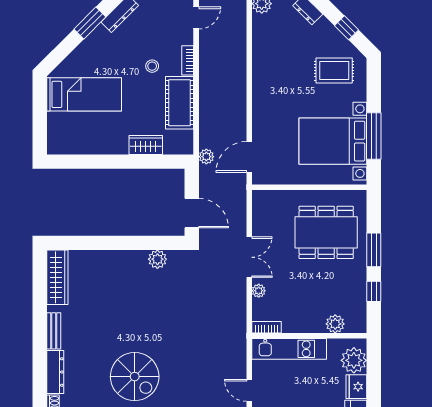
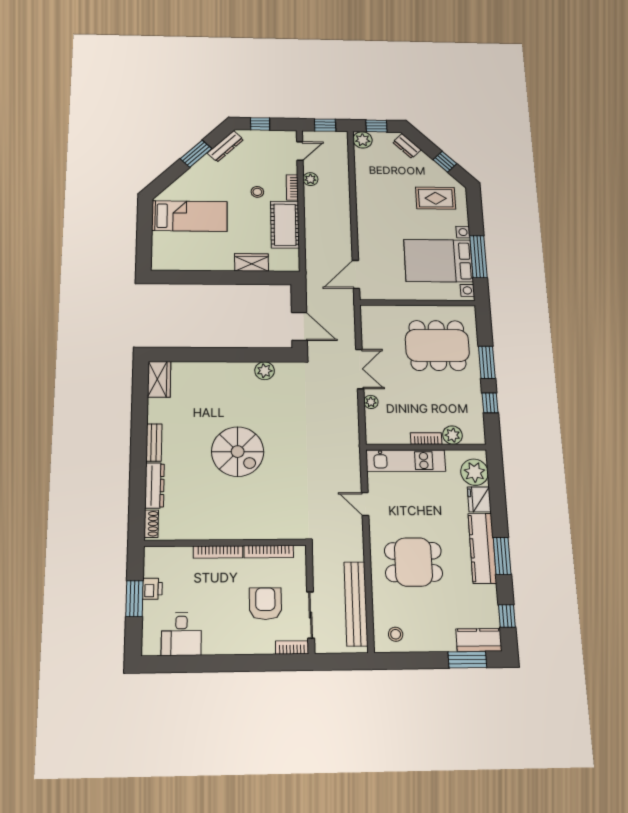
plant: (206, 157) -> (310, 179), moved
wardrobe: (57, 277) -> (159, 379), width x0.67
bookcase: (267, 327) -> (426, 438), moved
spiral stairs: (135, 377) -> (238, 452), moved

